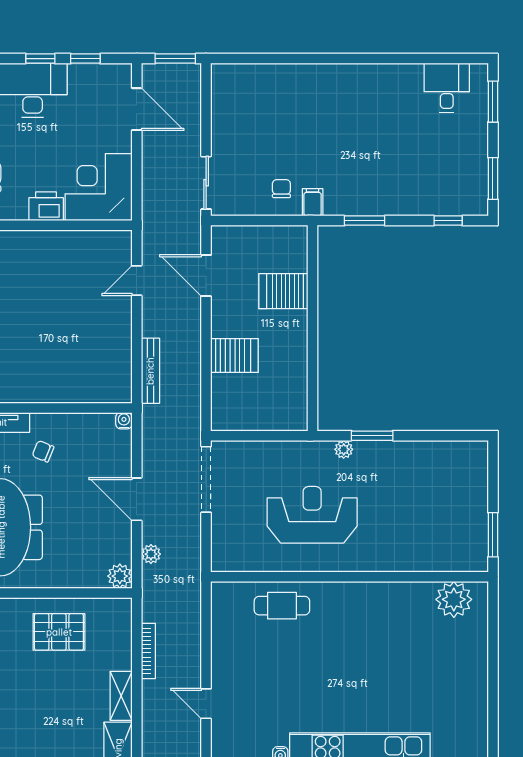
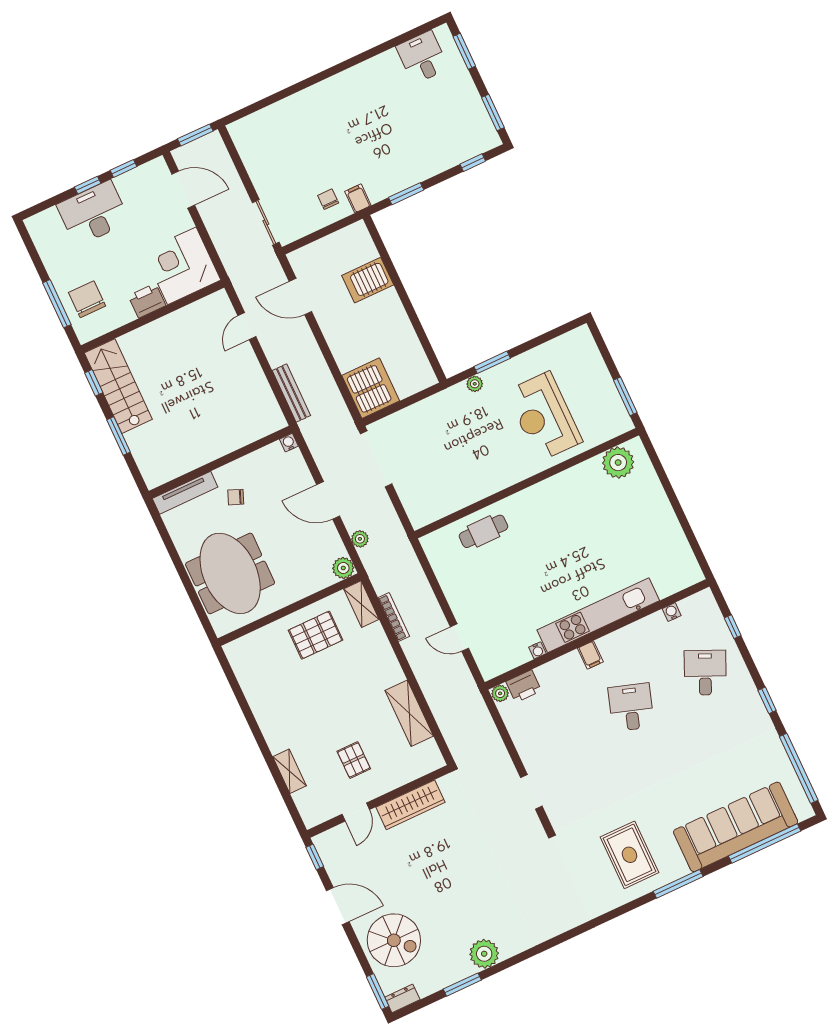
server rack: (234, 356) -> (371, 388), moved, width x1.60
reception desk: (312, 515) -> (544, 416), moved, turned -90
shelving: (121, 696) -> (361, 604), moved

